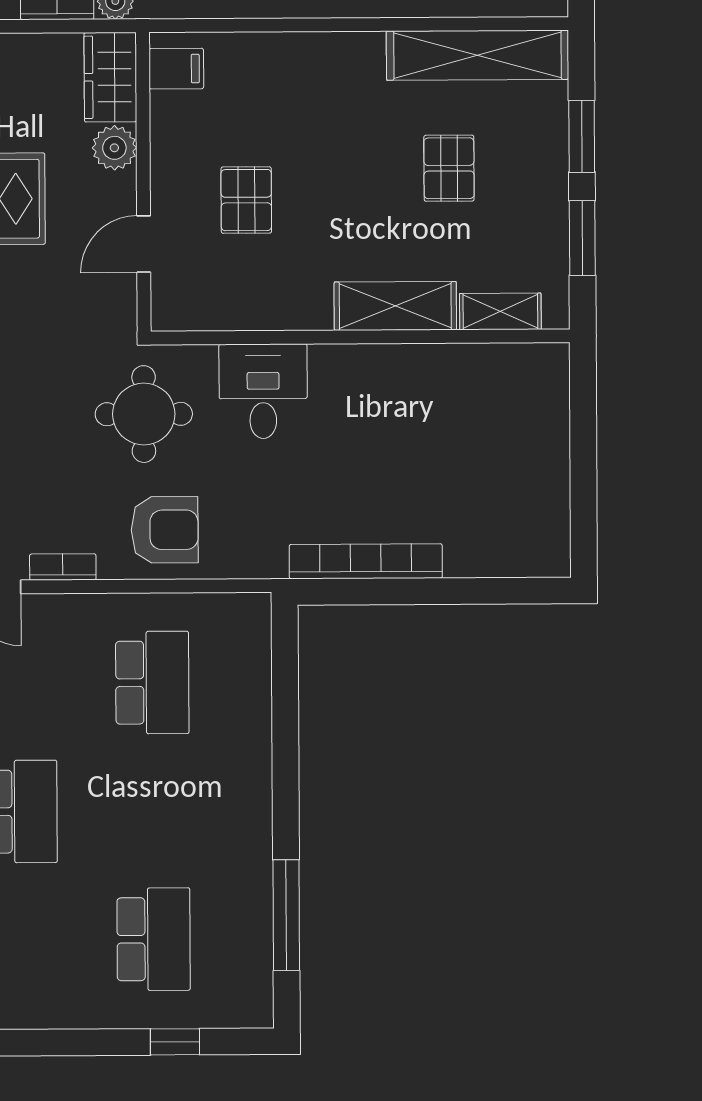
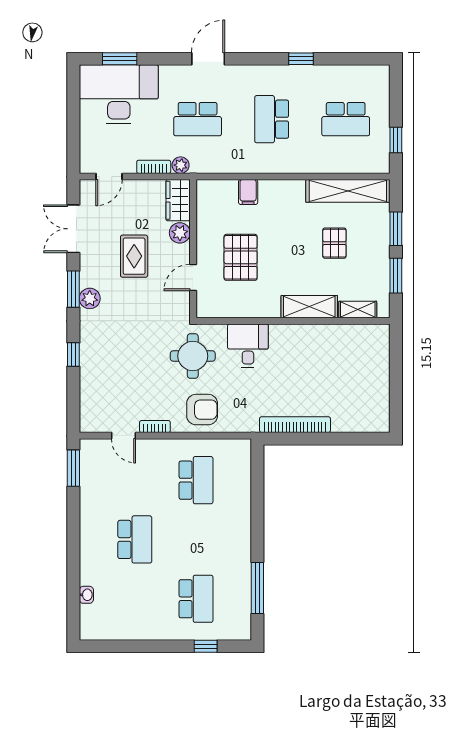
filing cabinet: (176, 69) -> (248, 192), moved, turned 90
pallet: (246, 200) -> (241, 257), width x1.50, depth x1.42

